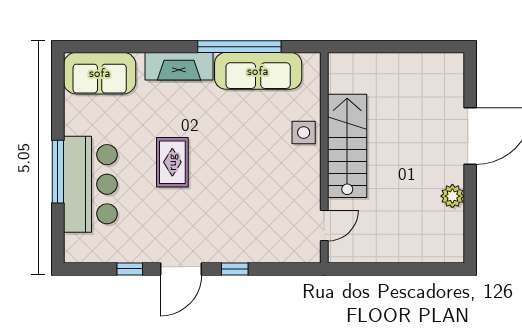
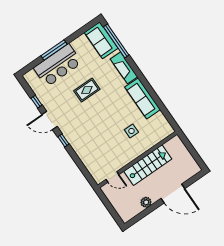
window: (239, 47) -> (116, 41), moved
stairs: (347, 146) -> (148, 165), moved
wall: (324, 158) -> (137, 160), moved
door: (324, 226) -> (112, 177), moved

